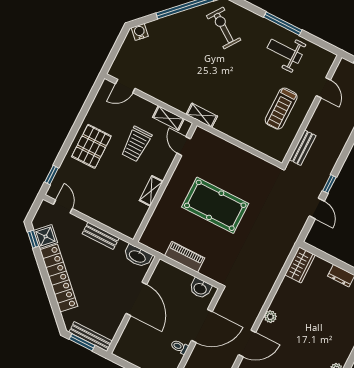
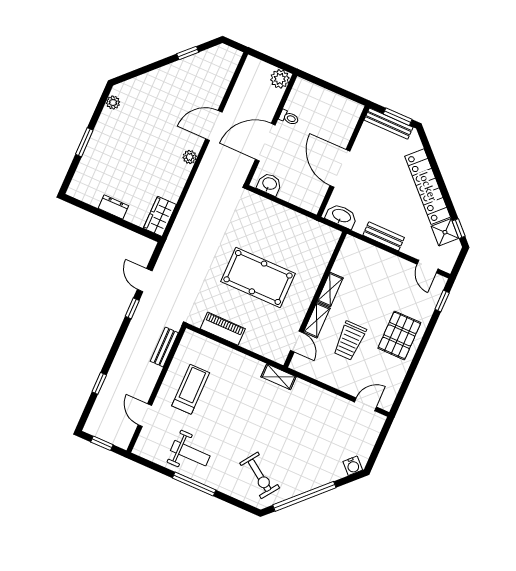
shelving: (168, 118) -> (317, 320), moved, turned 90
trolley: (136, 144) -> (350, 341), turned 180
piano: (185, 257) -> (223, 329), moved, turned 180

